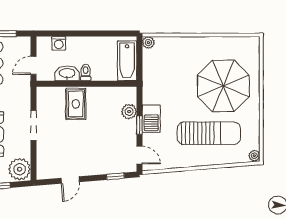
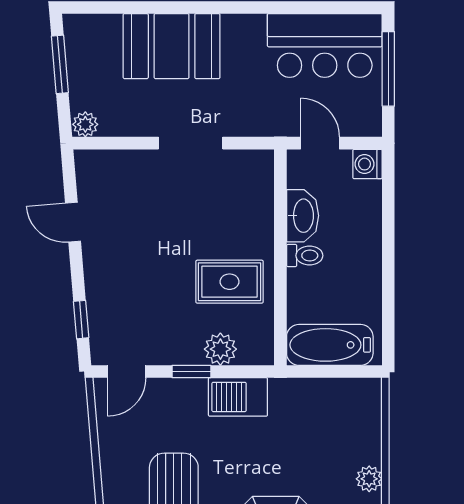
washing machine: (59, 43) -> (367, 164), moved
plant: (148, 43) -> (369, 479), moved
rug: (76, 104) -> (229, 282), moved
barbecue: (151, 119) -> (238, 397), moved
plant: (20, 169) -> (85, 124), width x0.53, depth x0.53

